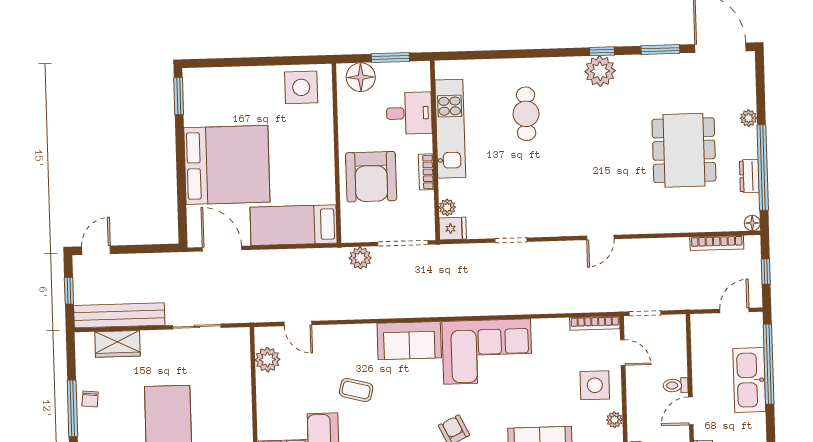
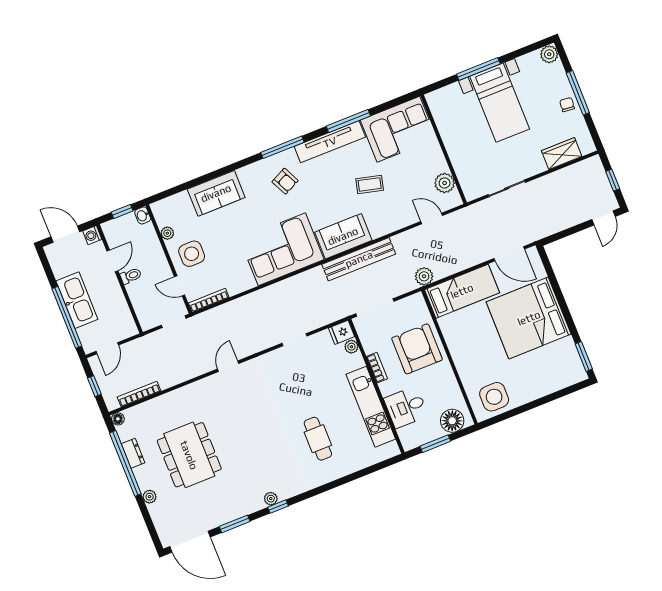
plant: (600, 71) -> (271, 499), width x0.53, depth x0.53
plant: (360, 258) -> (424, 276), moved
bench: (119, 315) -> (359, 259), moved

